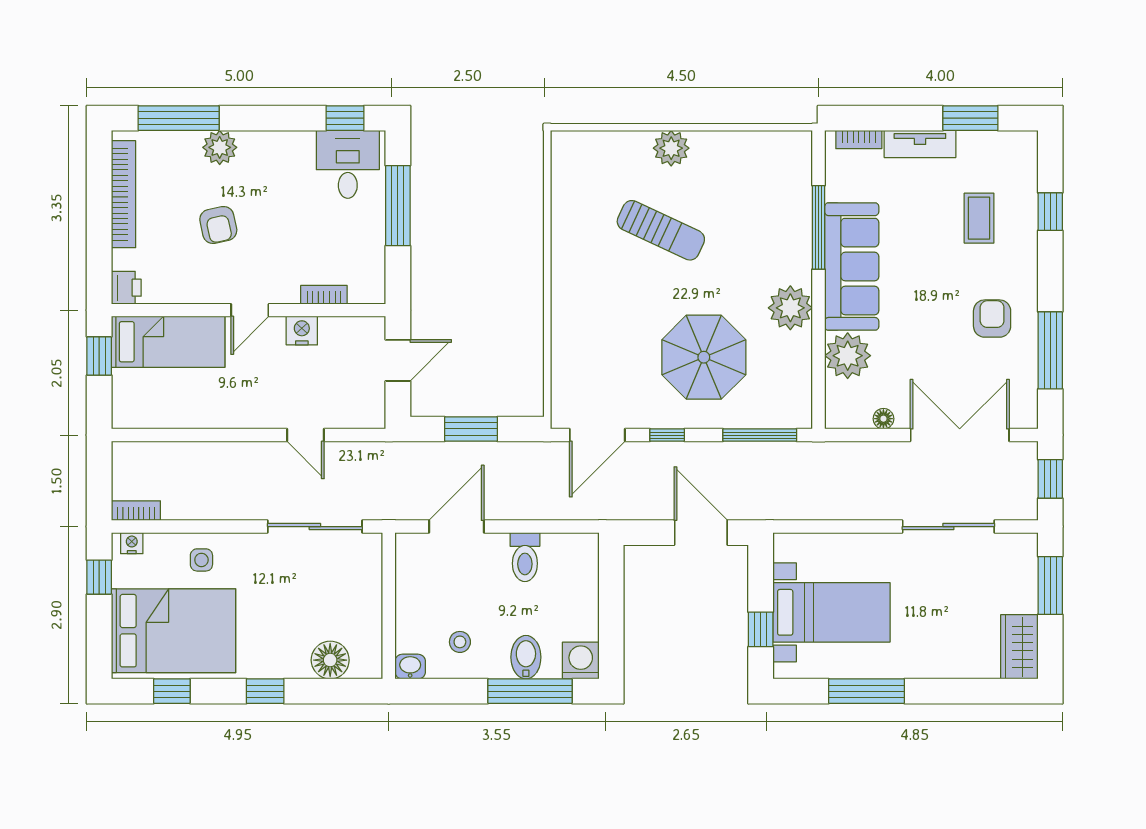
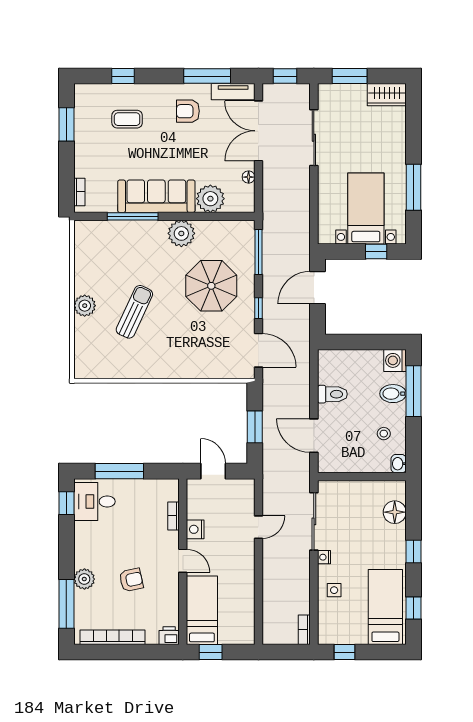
tv unit: (920, 144) -> (233, 92), moved, turned 90
nightstand: (132, 543) -> (324, 557), moved
bed: (174, 631) -> (385, 607), width x0.67

